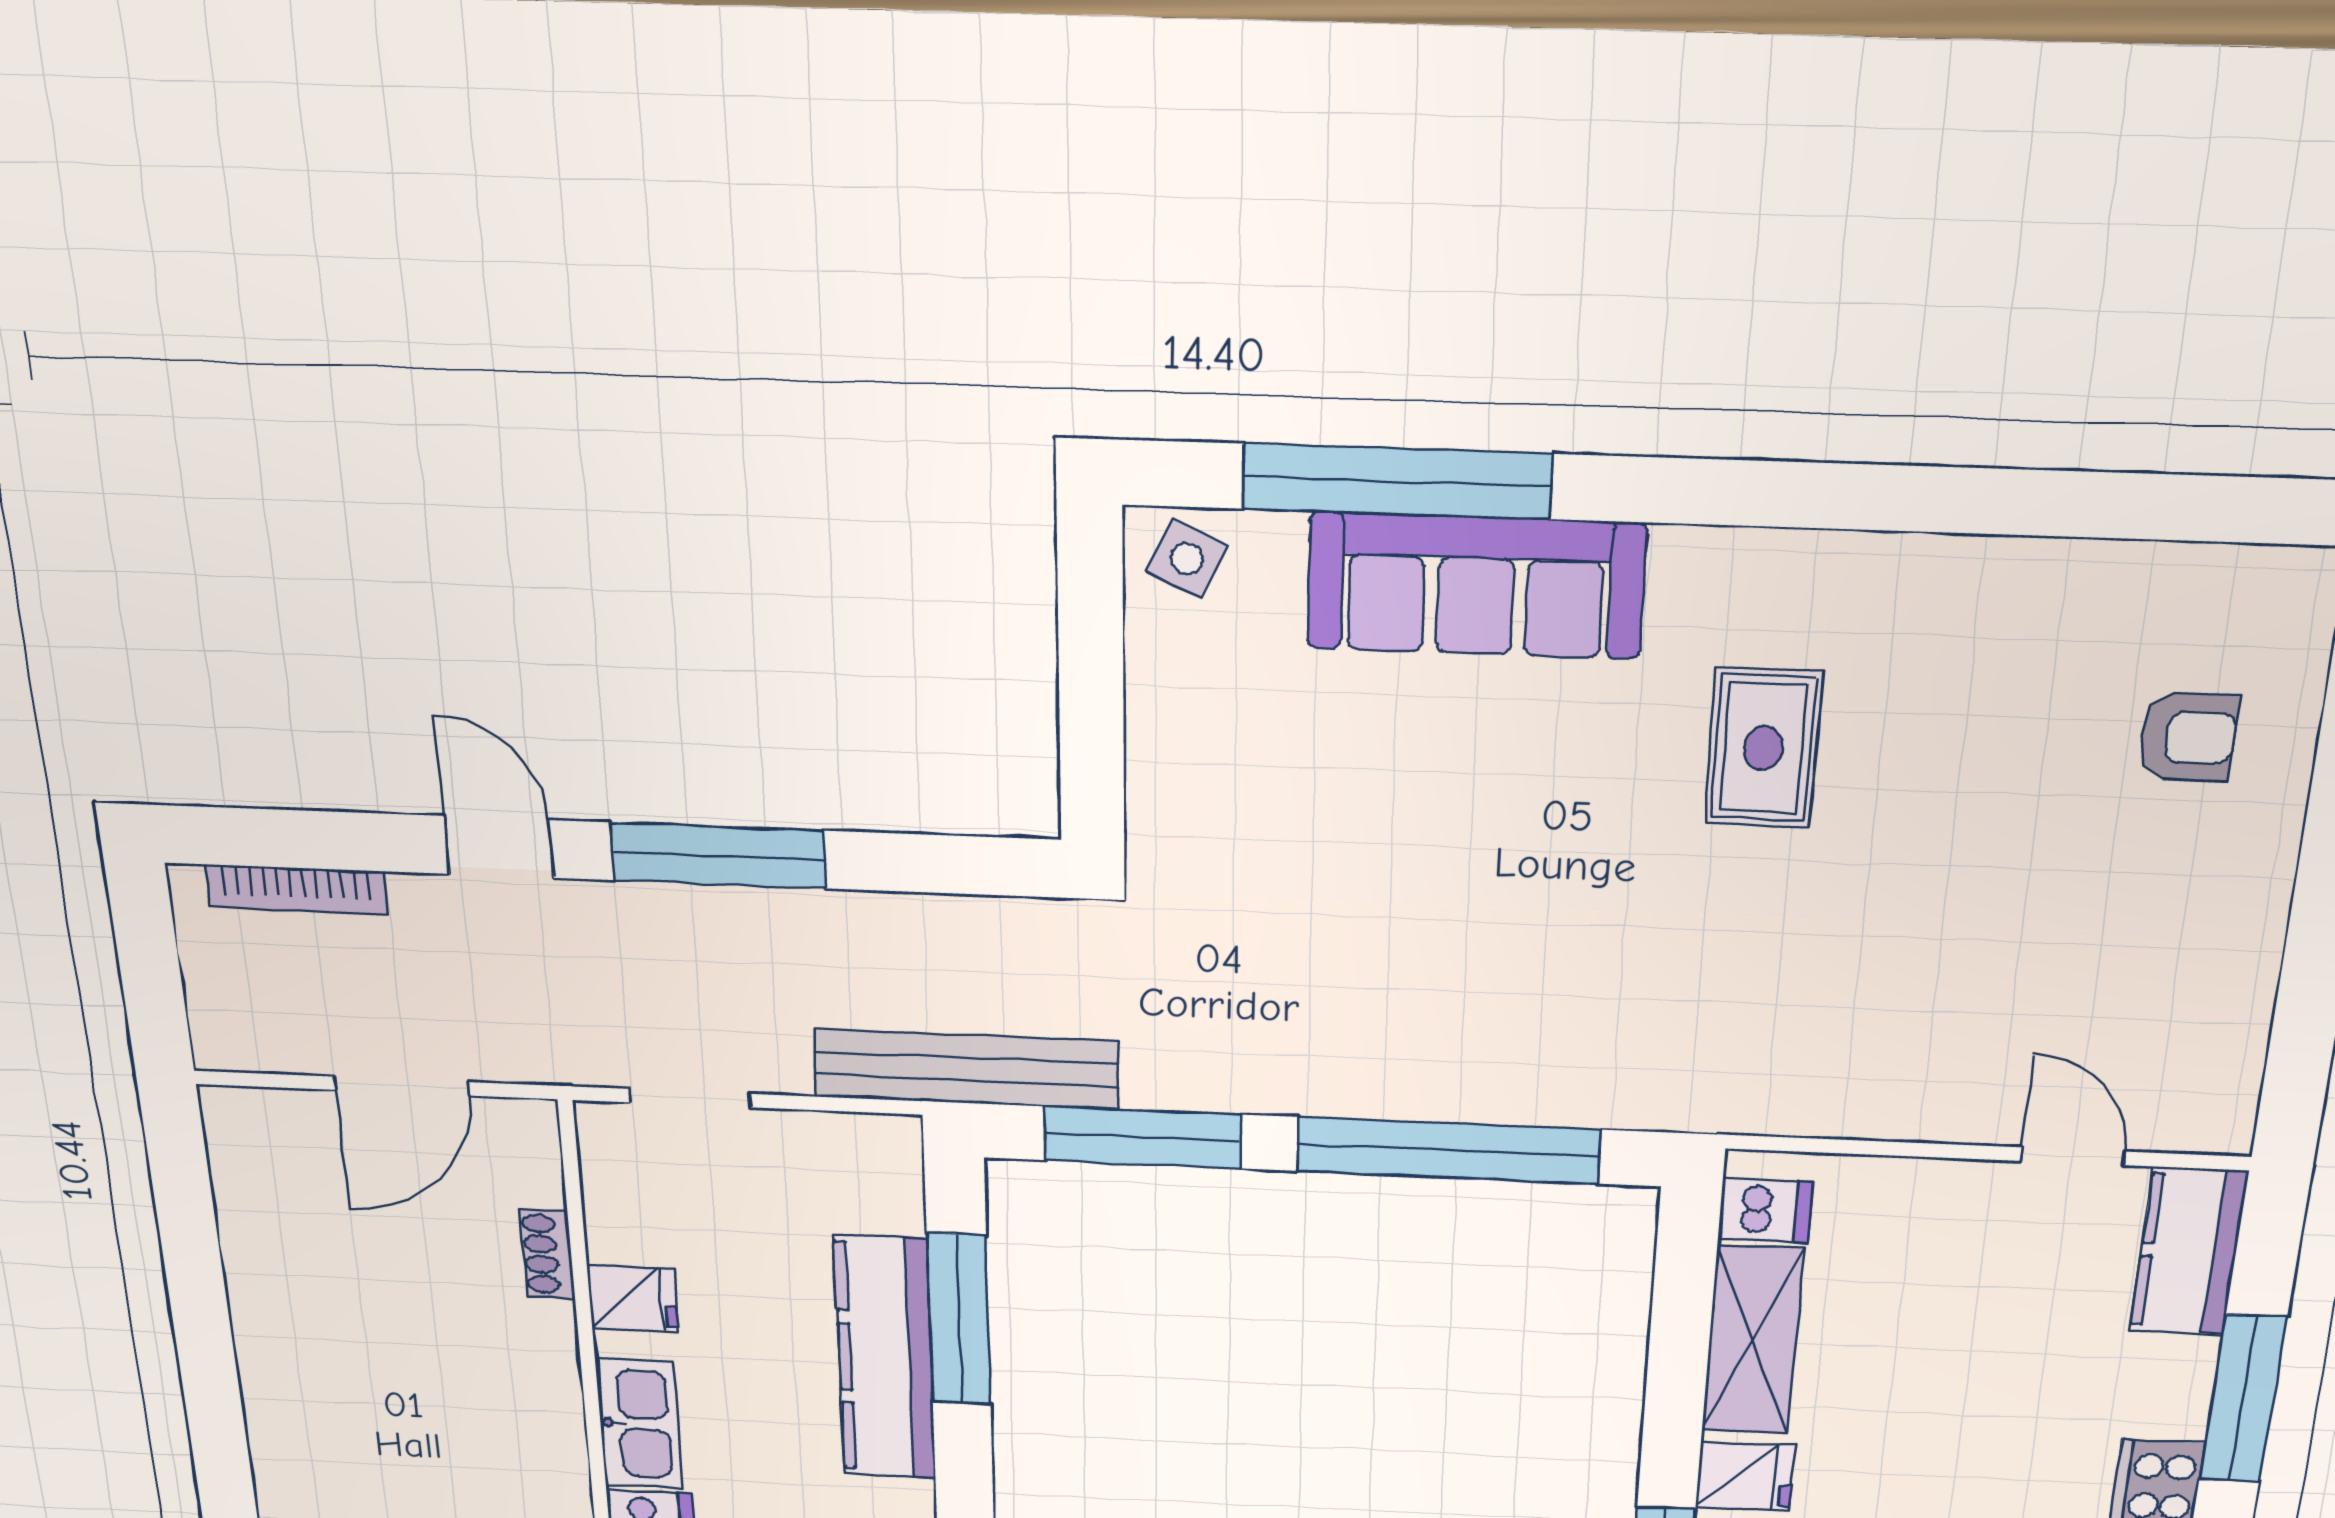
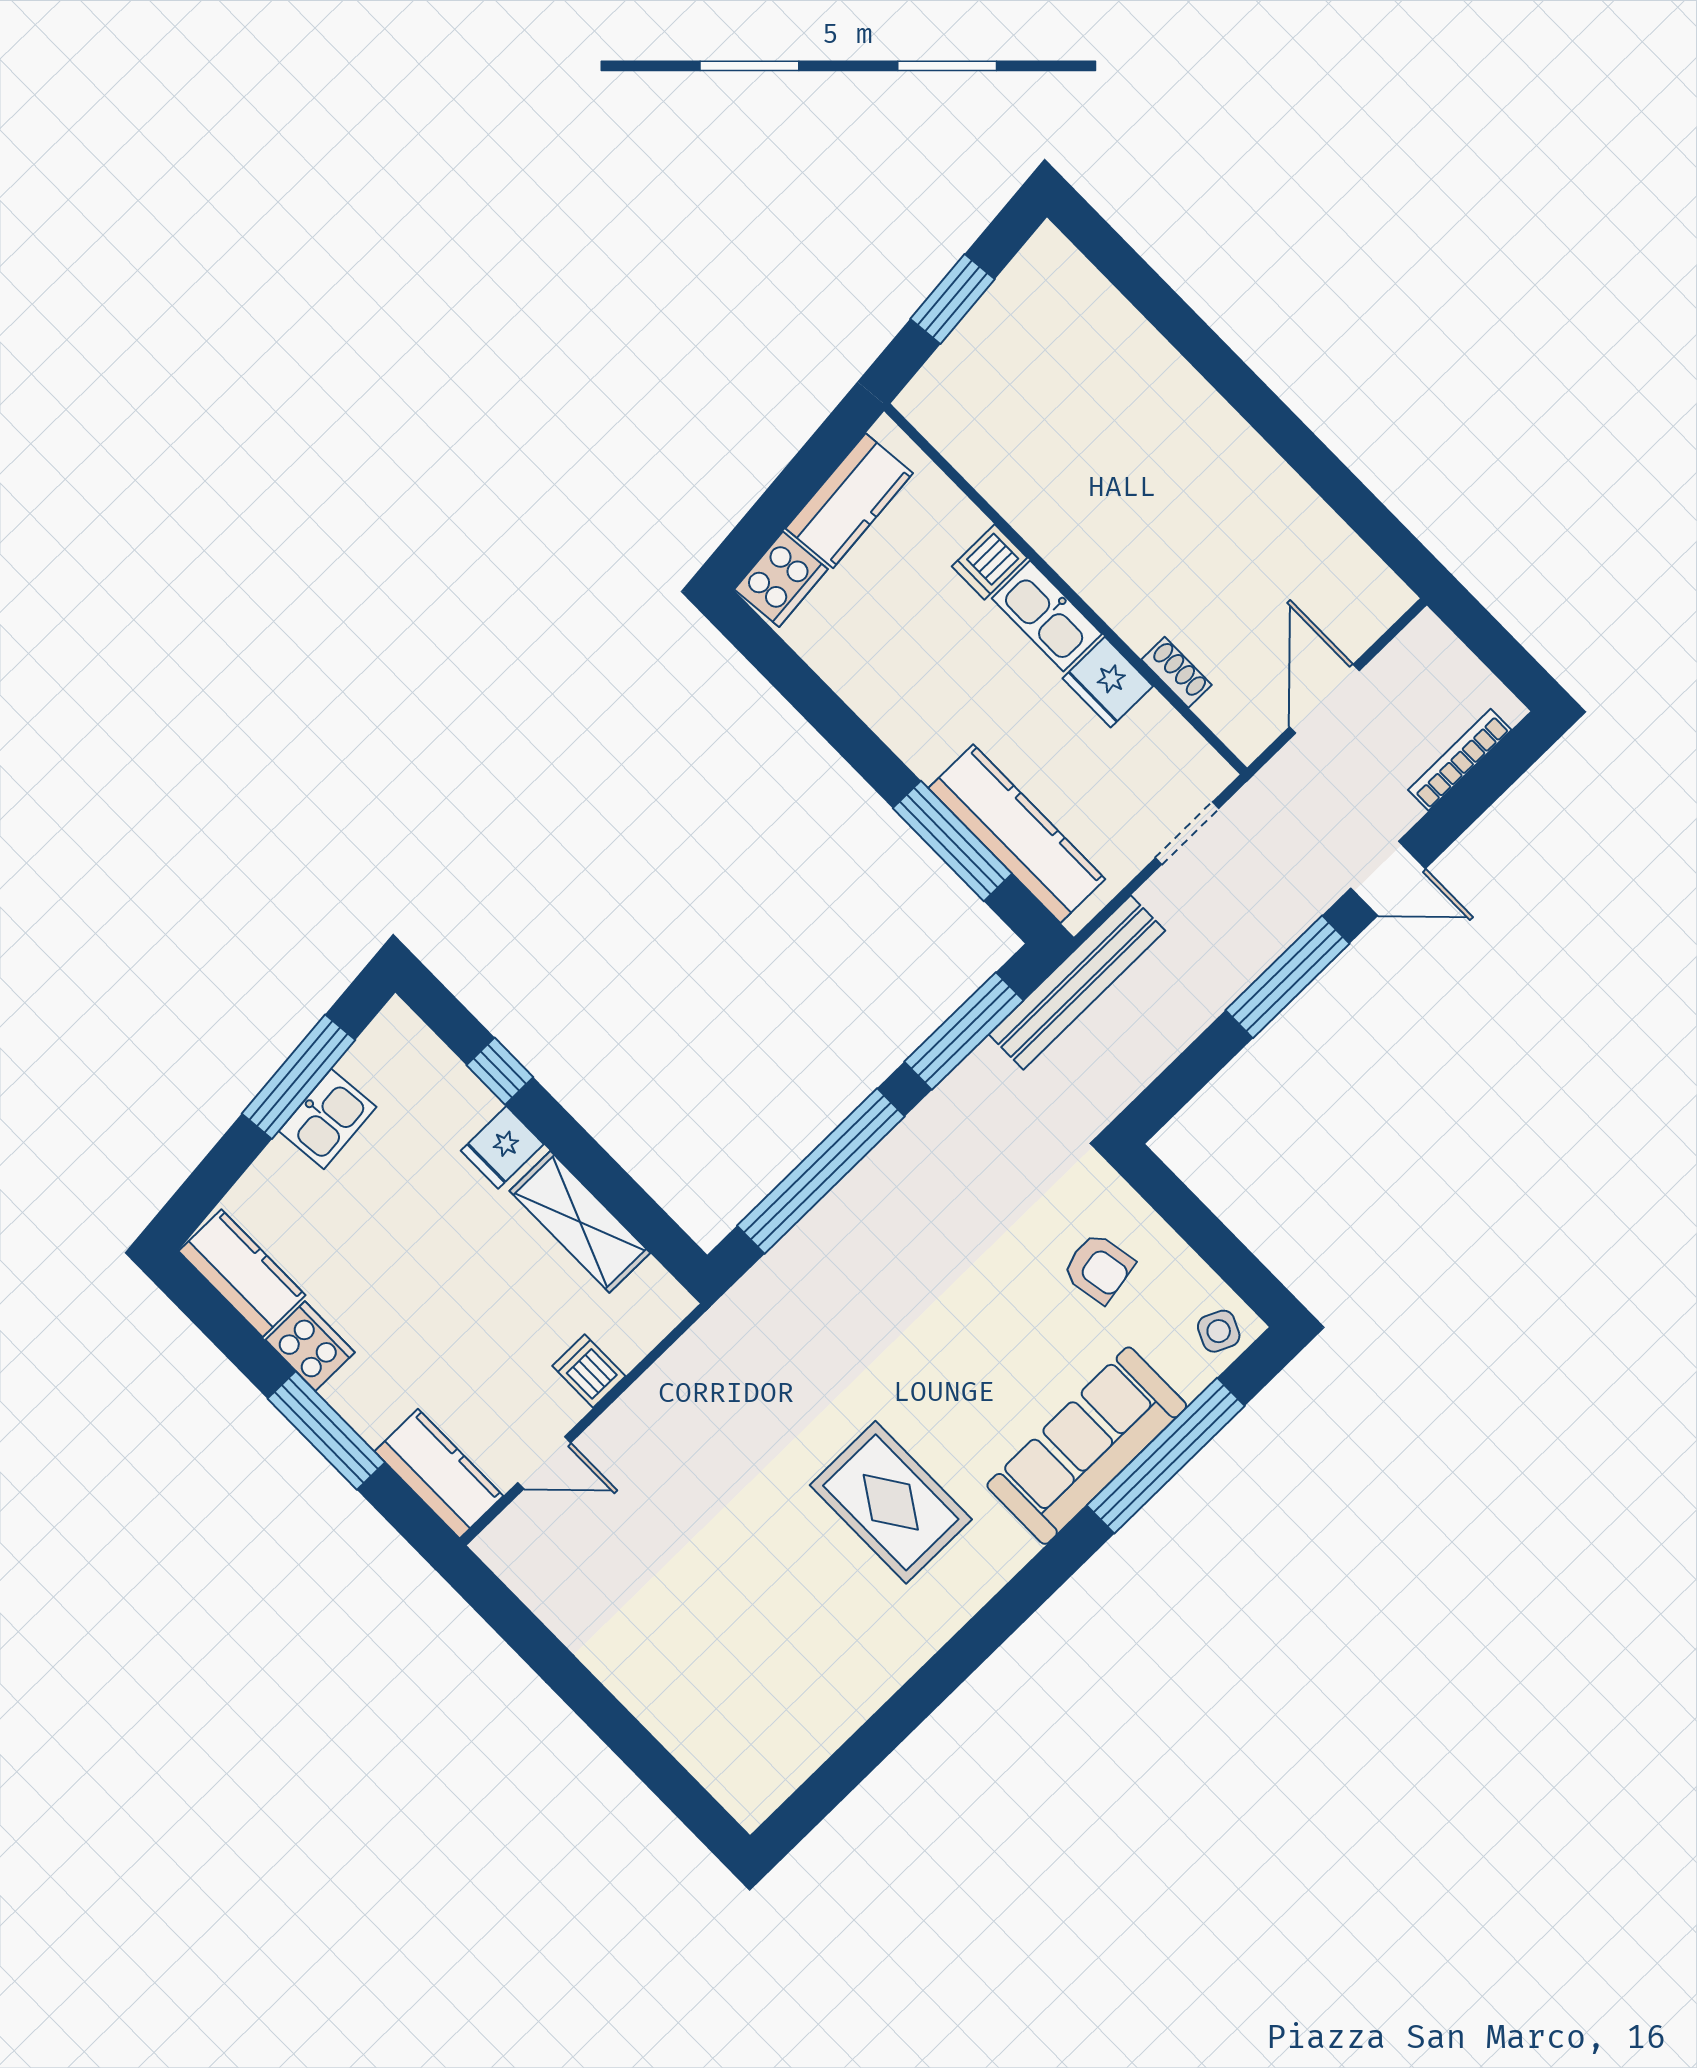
armchair: (2187, 737) -> (1098, 1268), moved, turned -100
rug: (1763, 748) -> (891, 1502), width x1.36, depth x1.43
dishwasher: (1765, 1210) -> (589, 1371), moved, turned 90
fridge: (633, 1299) -> (1108, 682), width x1.38
kitchen counter: (885, 1358) -> (1017, 834), moved

